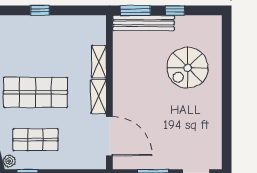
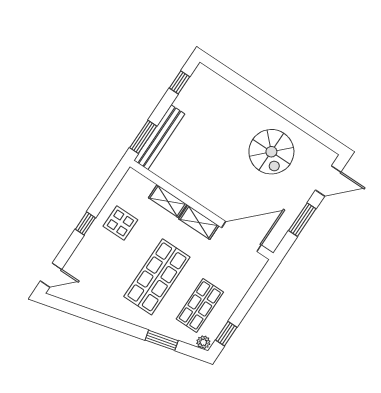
window: (175, 10) -> (179, 82), moved
display table: (58, 37) -> (120, 223), added
spiral stairs: (188, 68) -> (271, 152), moved

